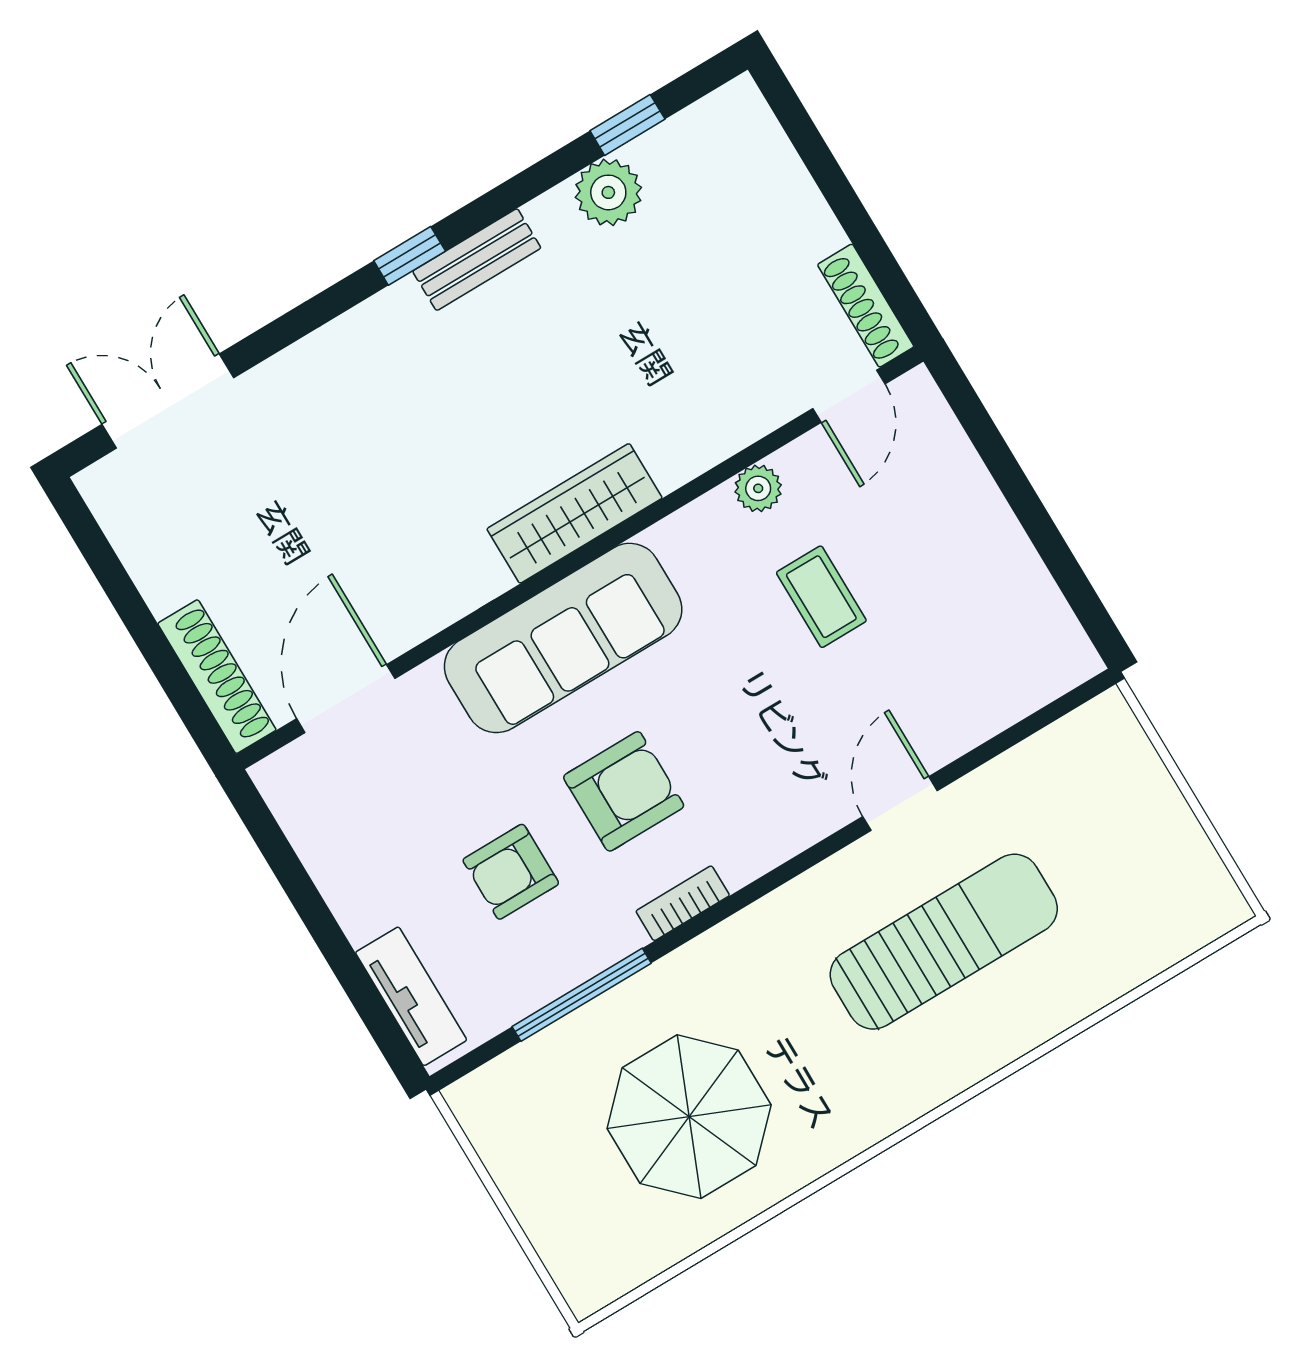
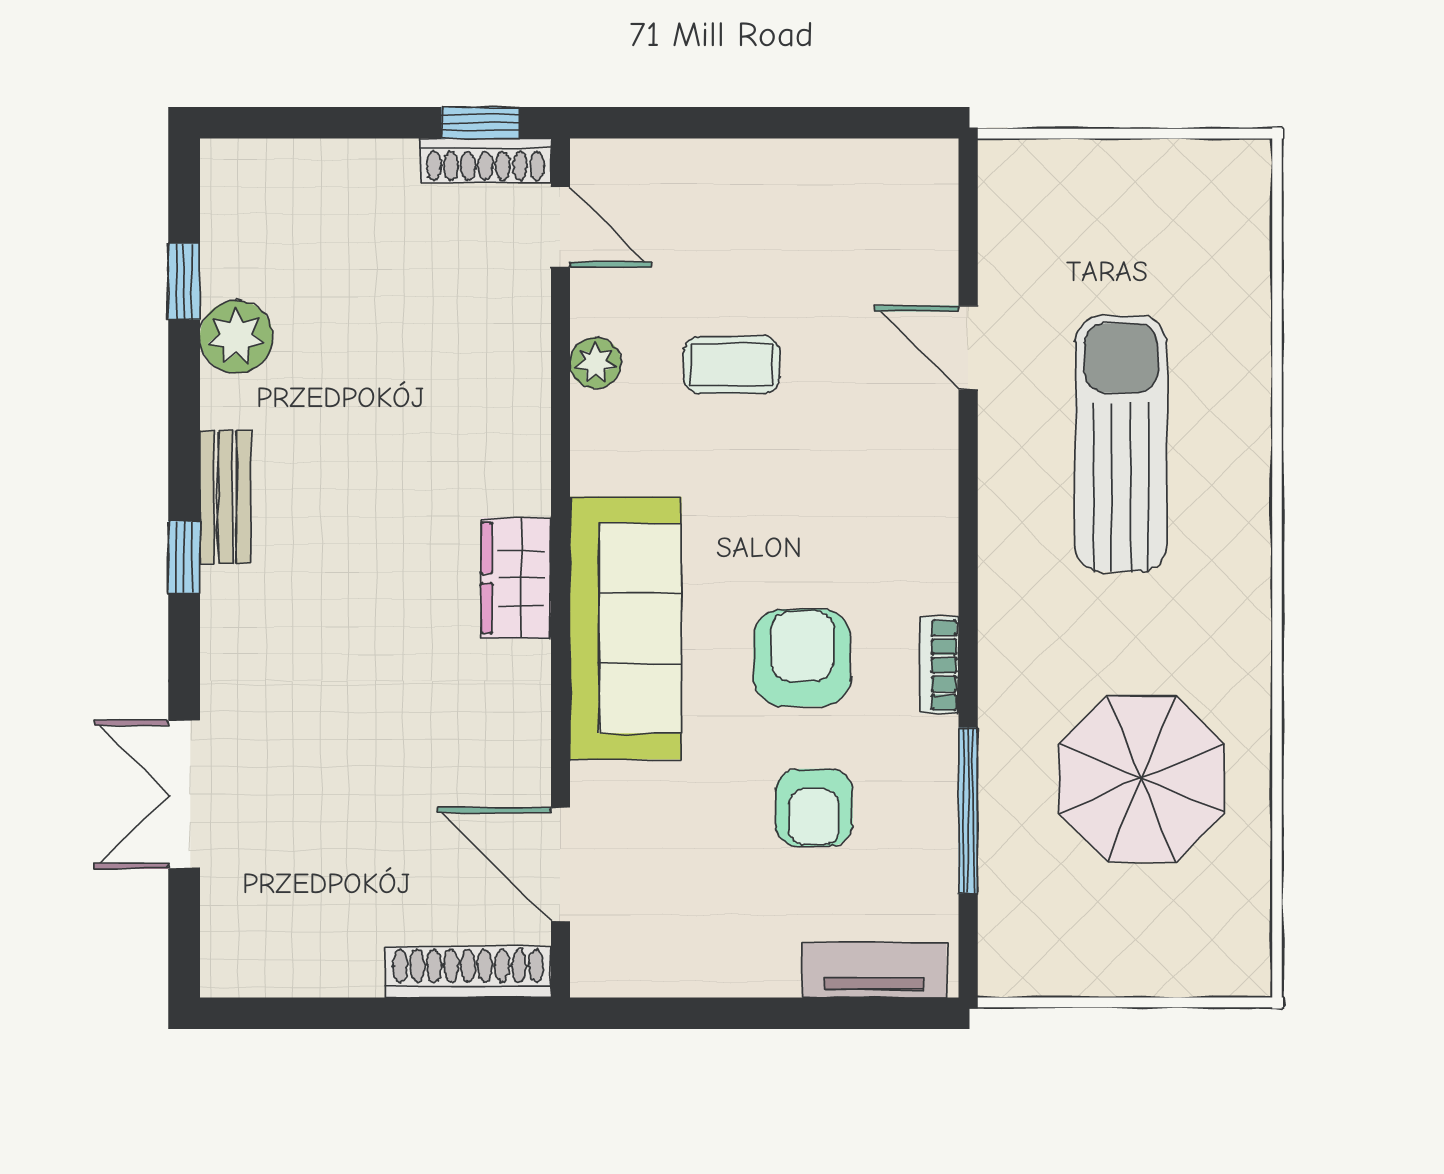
window: (893, 284) -> (481, 123), added
double door: (168, 401) -> (184, 794), moved
wardrobe: (574, 513) -> (516, 578), width x0.67
door: (900, 804) -> (968, 348), moved

